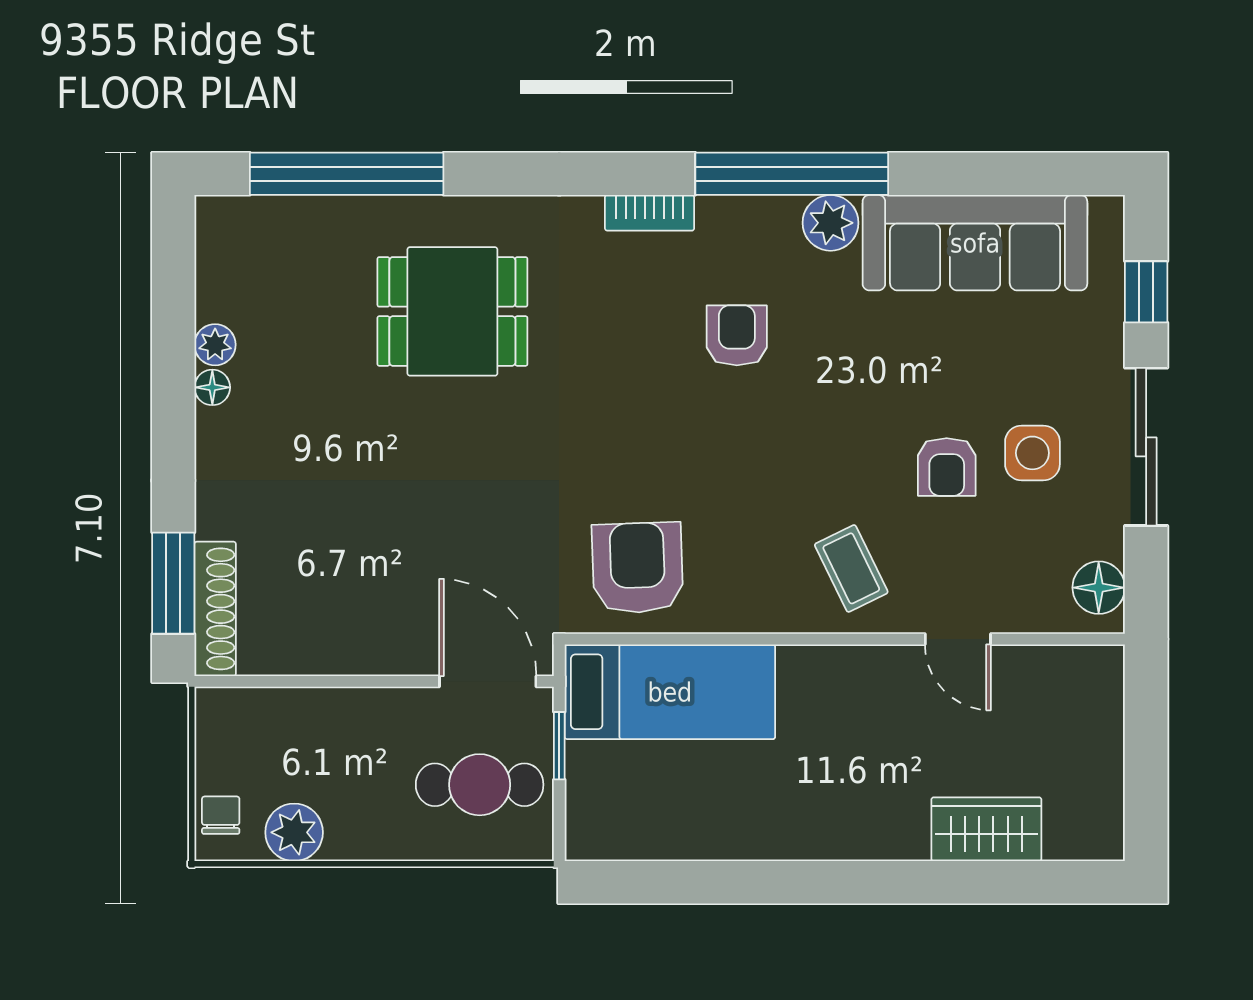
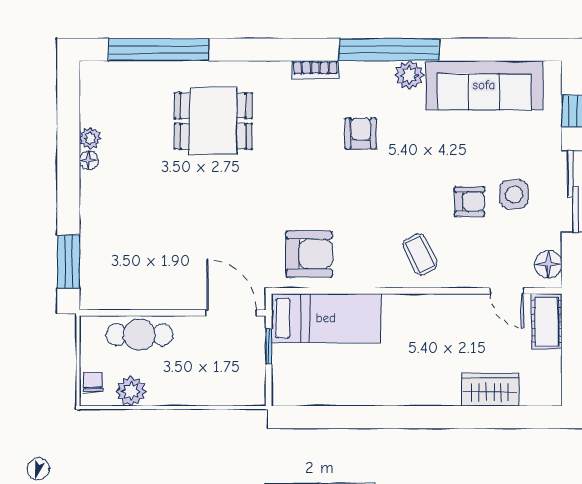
armchair: (947, 467) -> (470, 202), turned -90
armchair: (638, 568) -> (309, 254), turned 92
shoe rack: (215, 609) -> (90, 275), removed
door: (958, 639) -> (507, 291), moved
cot: (1096, 698) -> (547, 322), added
cafe table: (480, 785) -> (139, 335), moved

